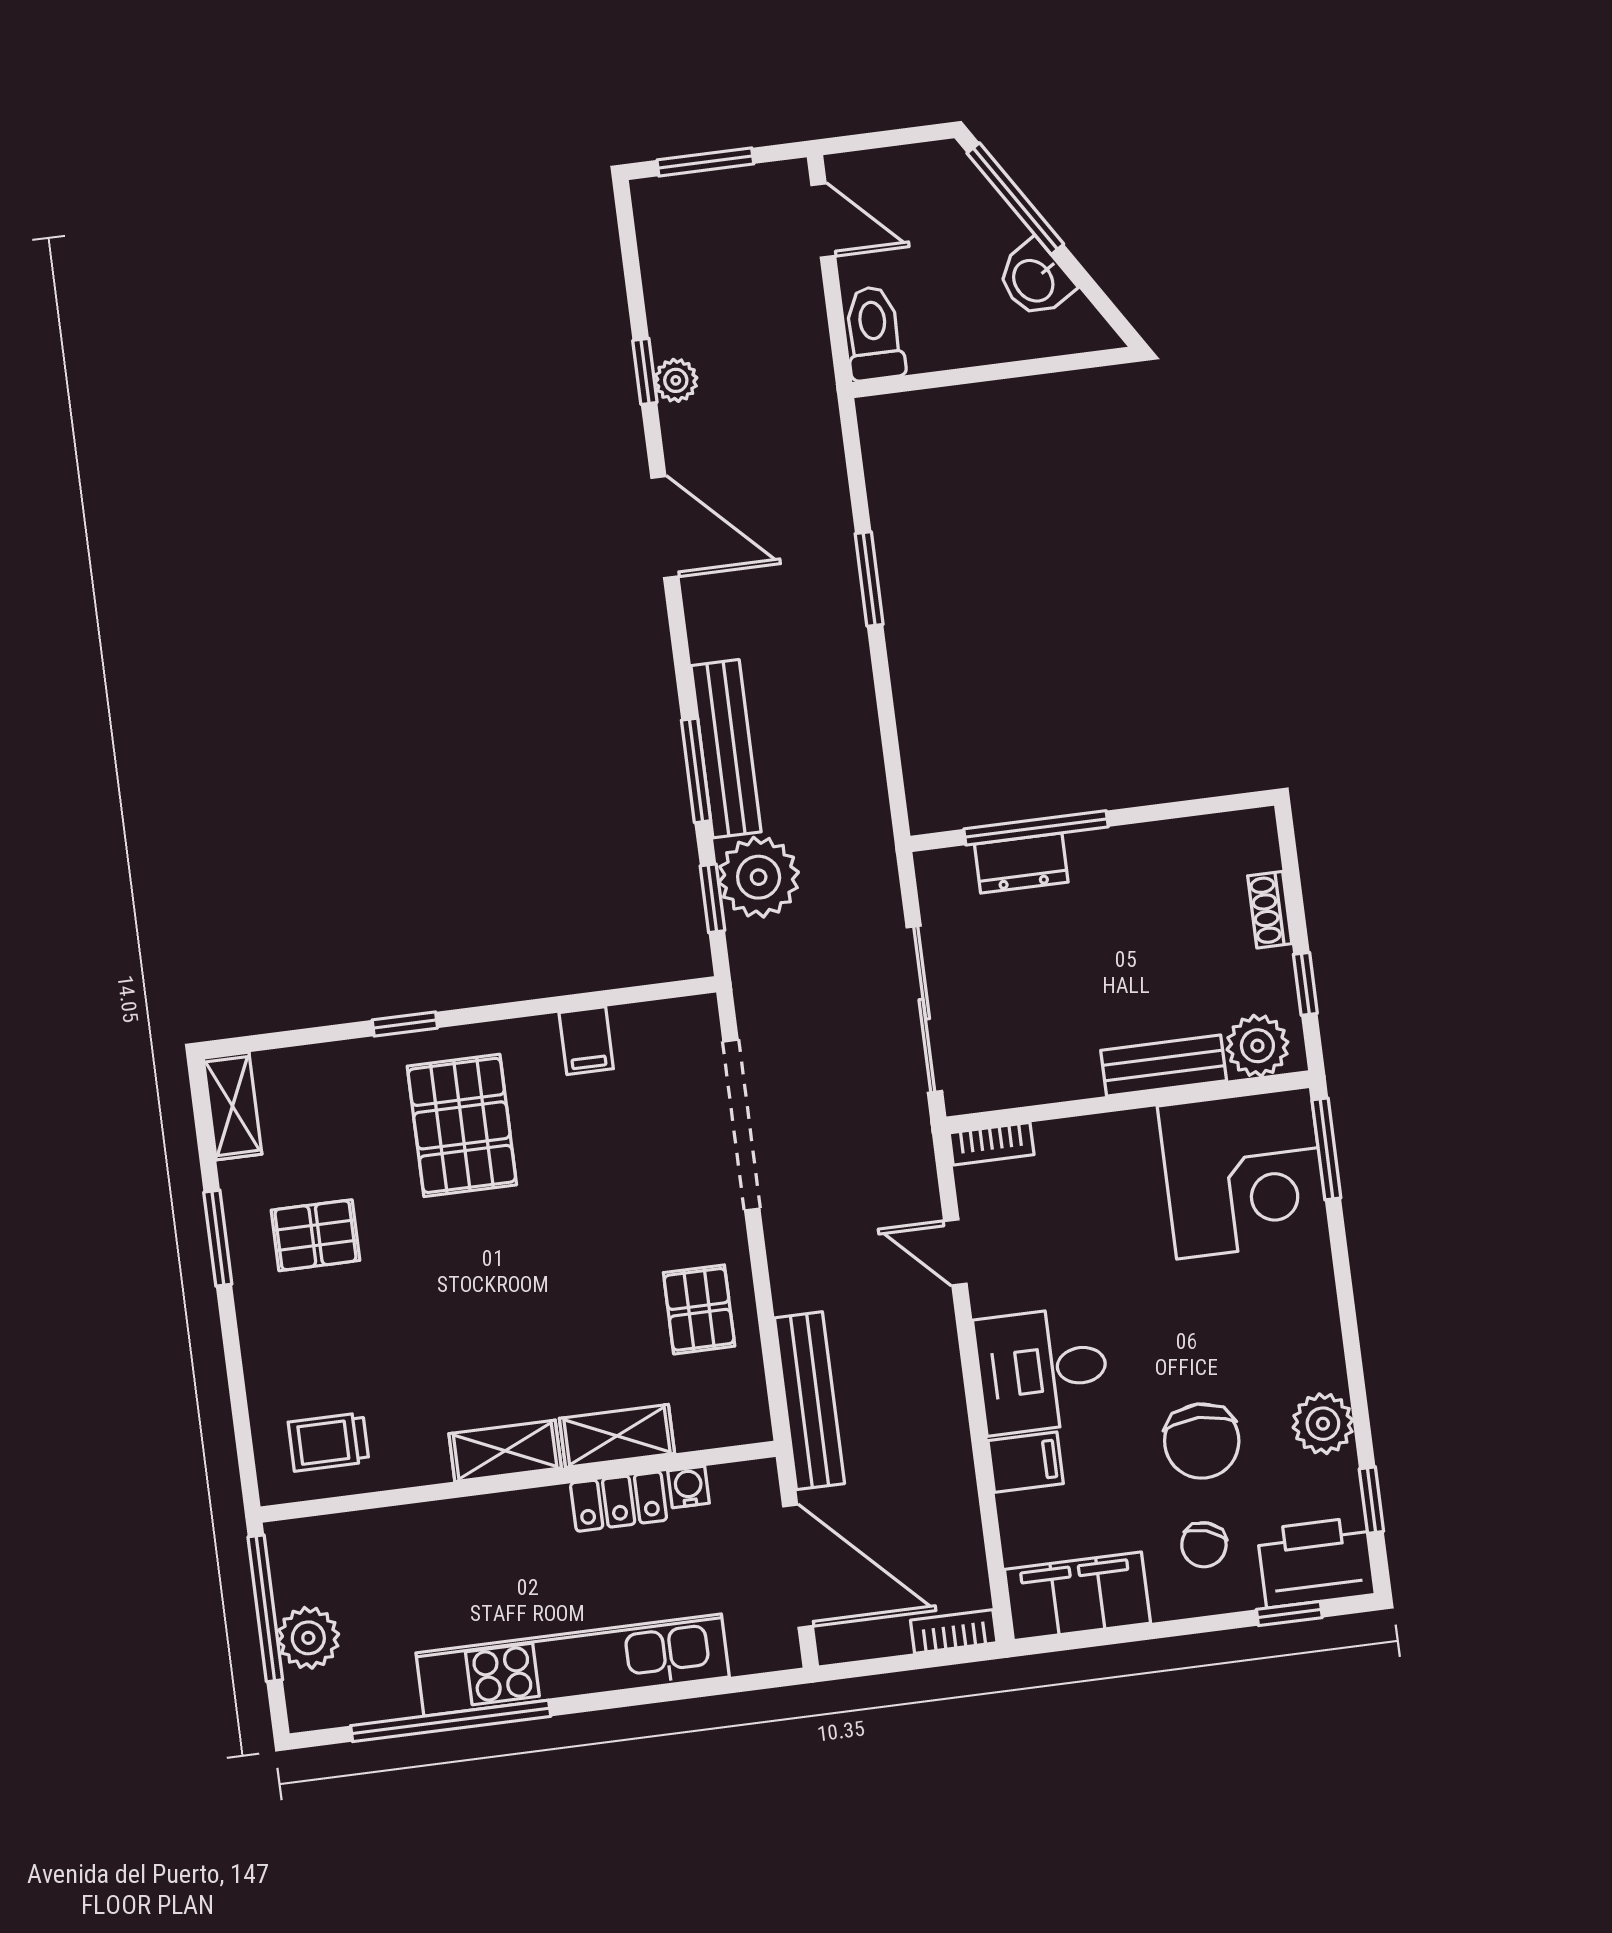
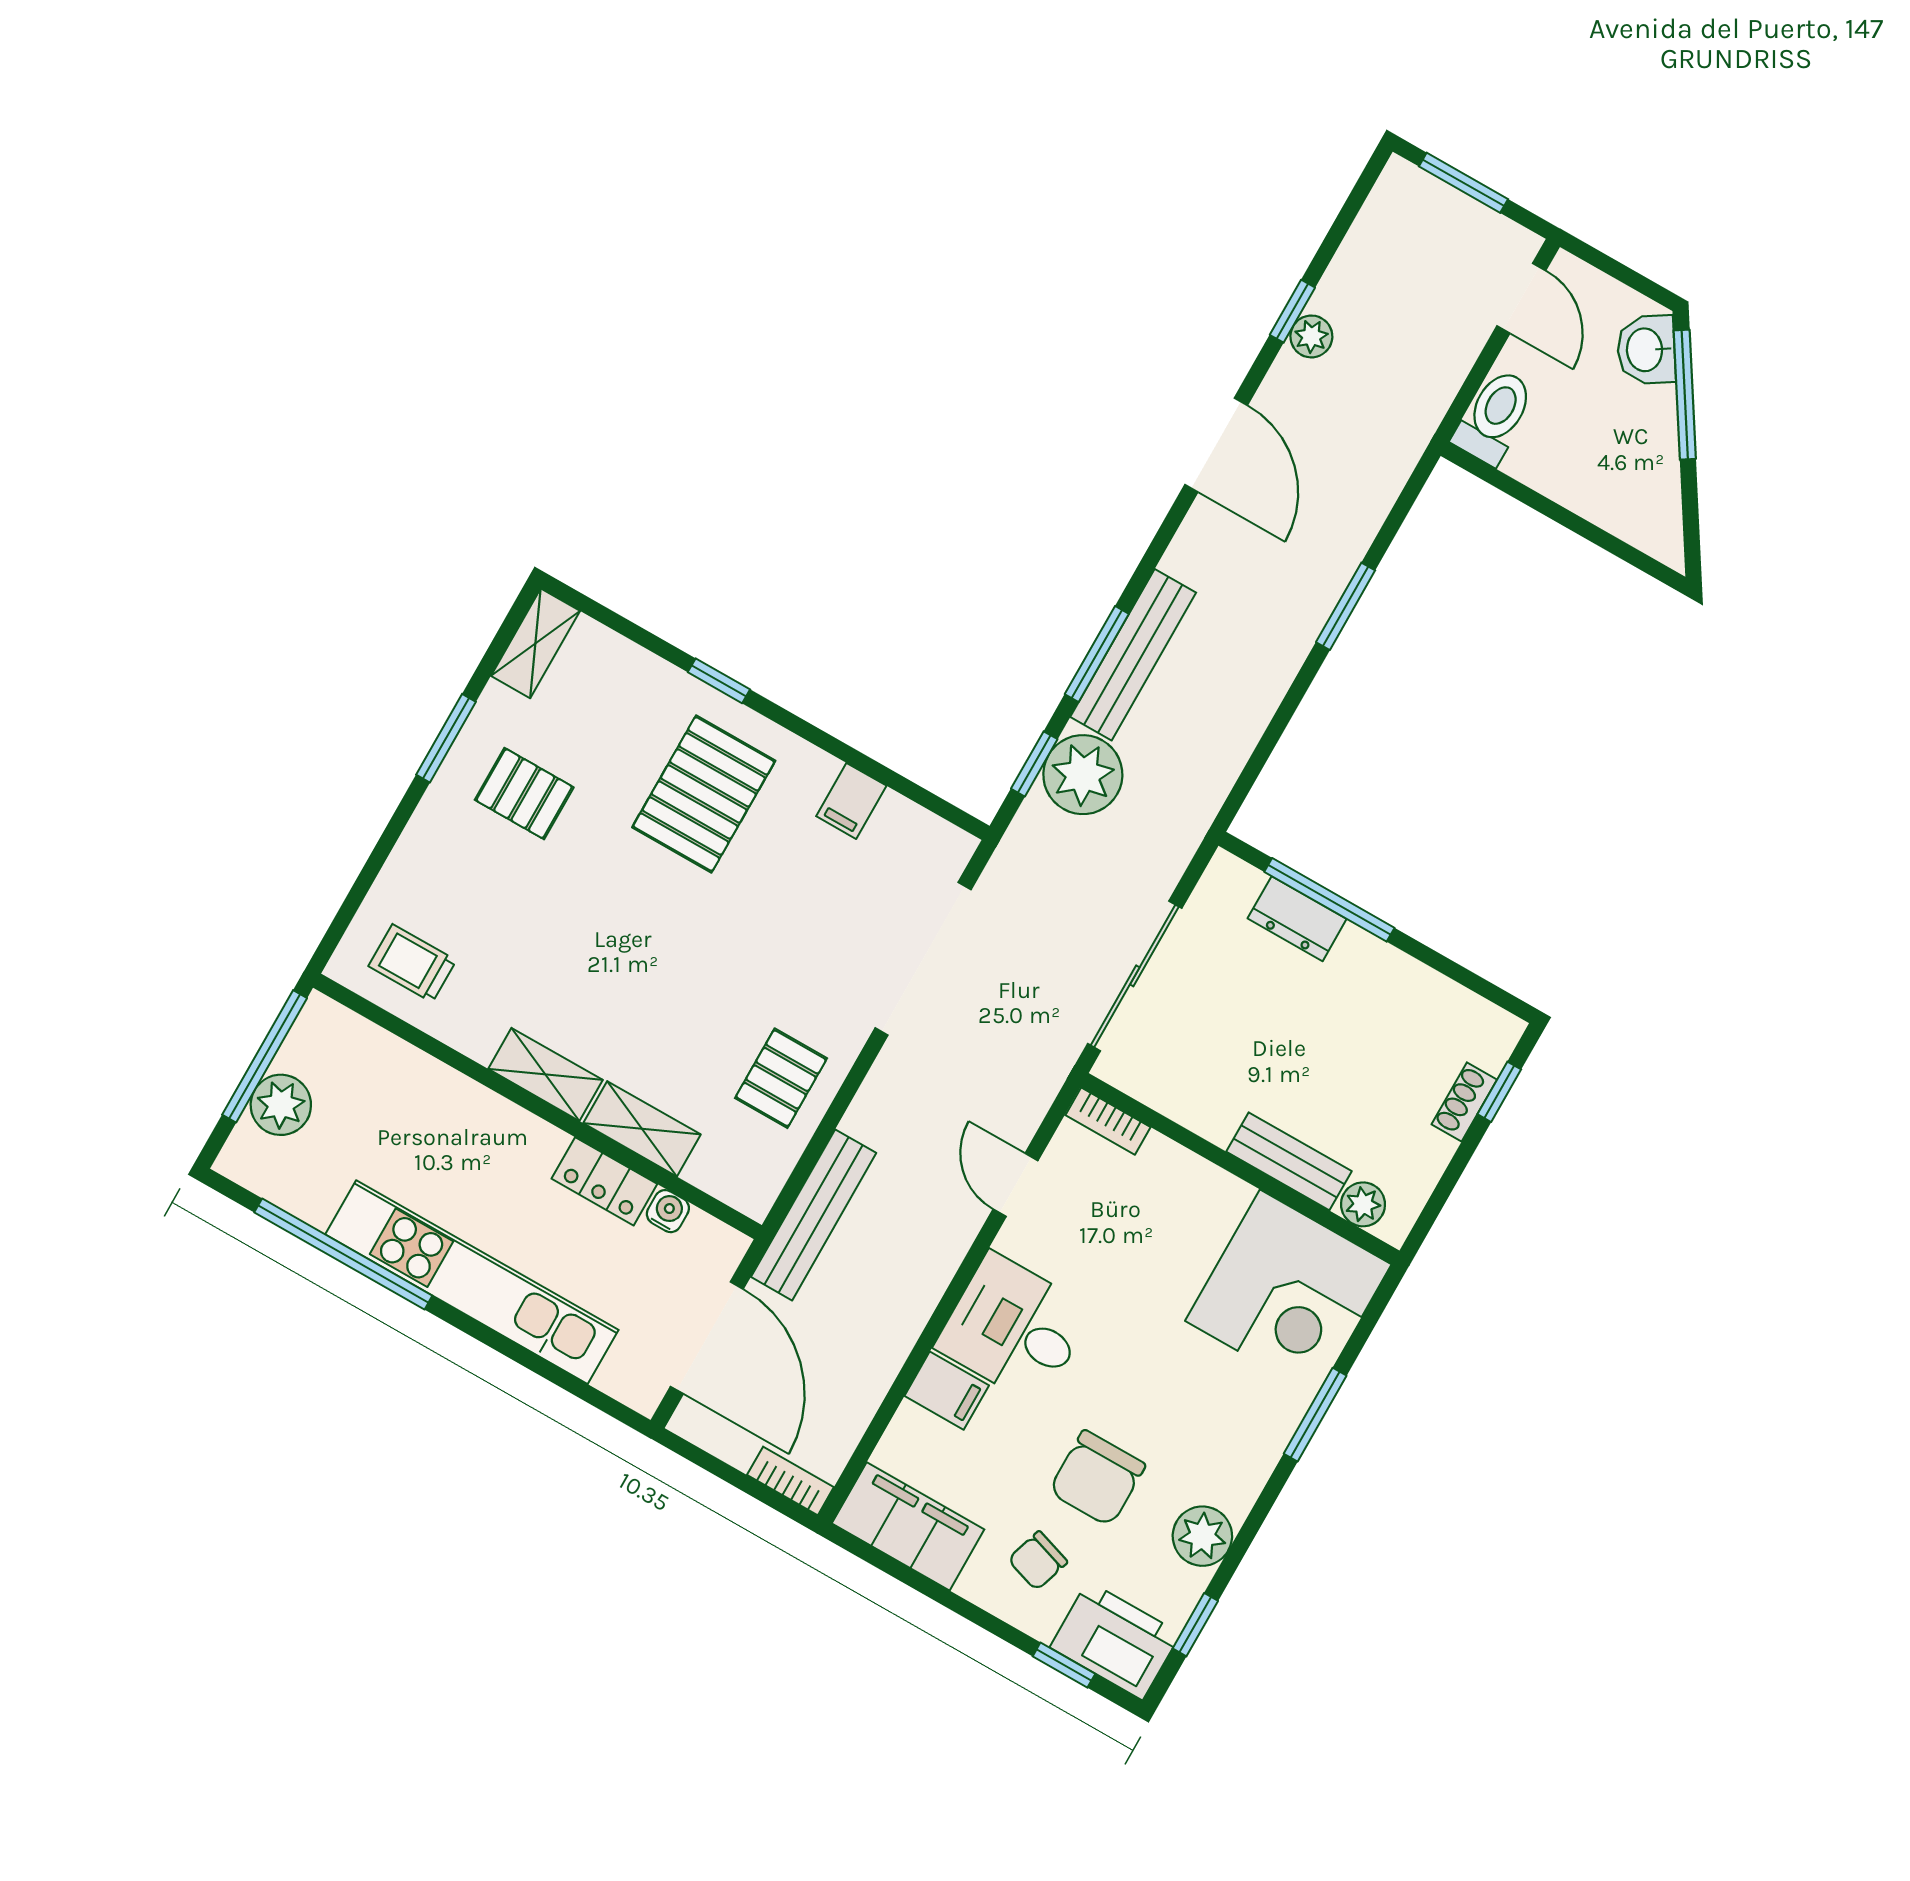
washbasin: (1035, 280) -> (1646, 350), moved
window: (1305, 984) -> (1499, 1092), moved
plant: (1257, 1046) -> (1363, 1204), width x0.73, depth x0.73
window: (1326, 1149) -> (1315, 1415), moved

